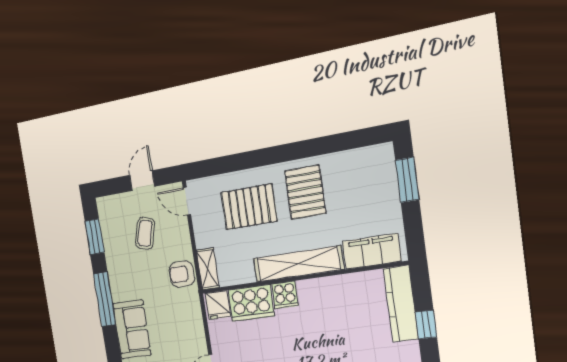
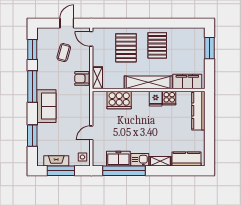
pallet: (249, 207) -> (126, 48), turned 90
cooker: (285, 295) -> (169, 98), moved
fridge: (218, 305) -> (156, 99), moved
window: (426, 325) -> (209, 123), removed

